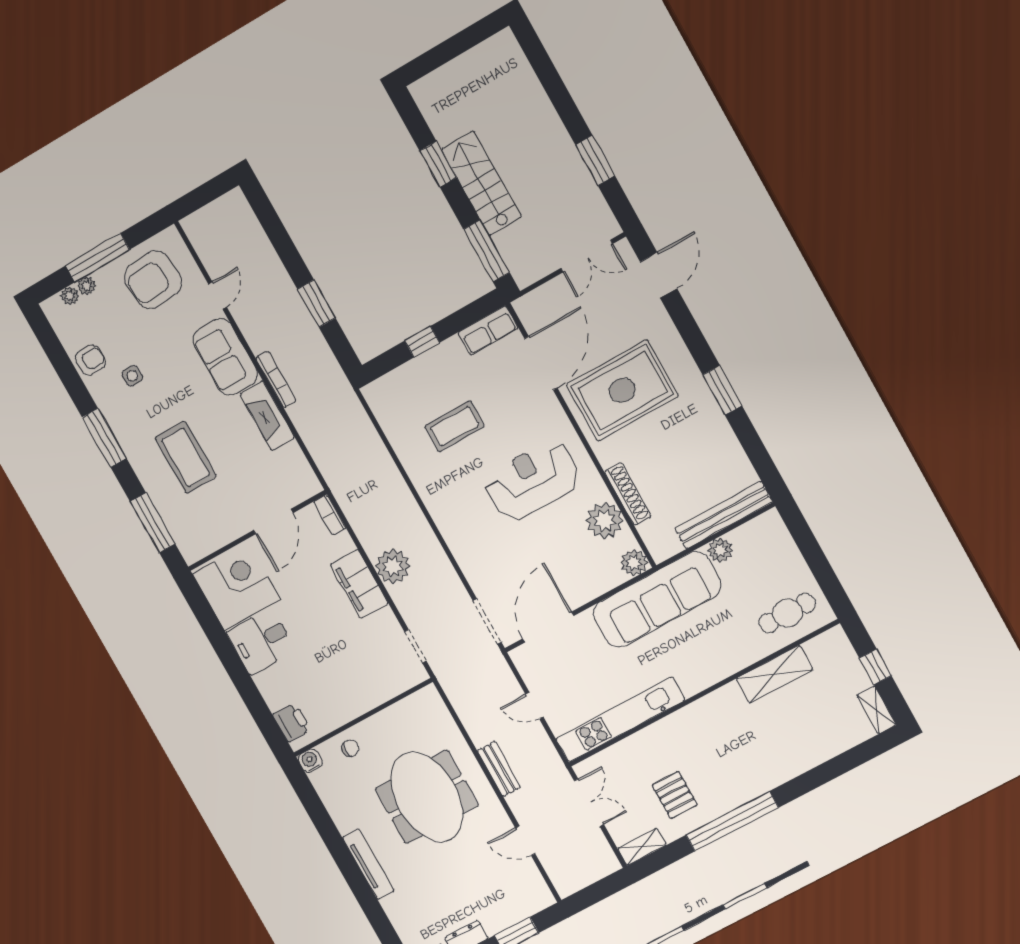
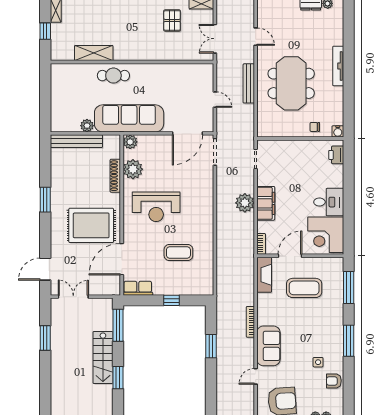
fireplace: (267, 416) -> (264, 275), moved
coffee table: (186, 457) -> (304, 288), moved, turned 90
cafe table: (787, 613) -> (113, 76), moved
kitchen unit: (620, 720) -> (178, 71), removed
bench: (499, 769) -> (249, 83), width x1.36

